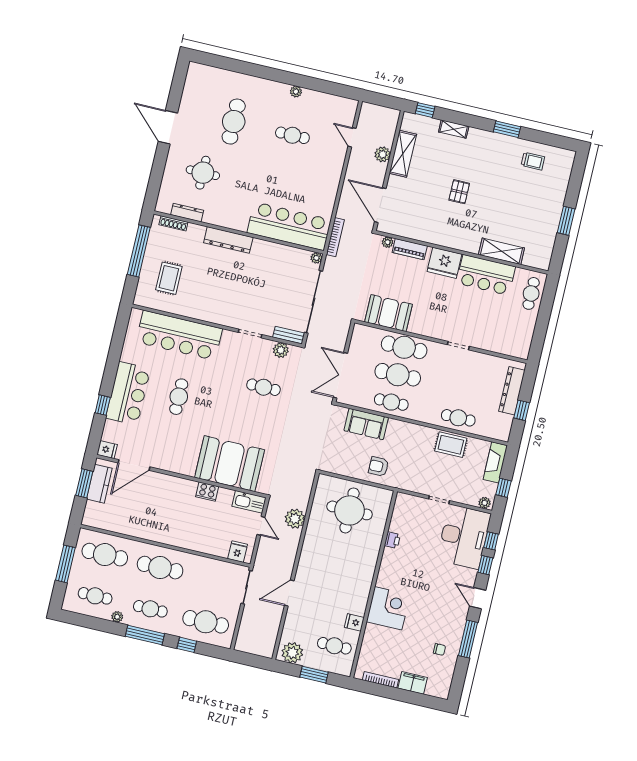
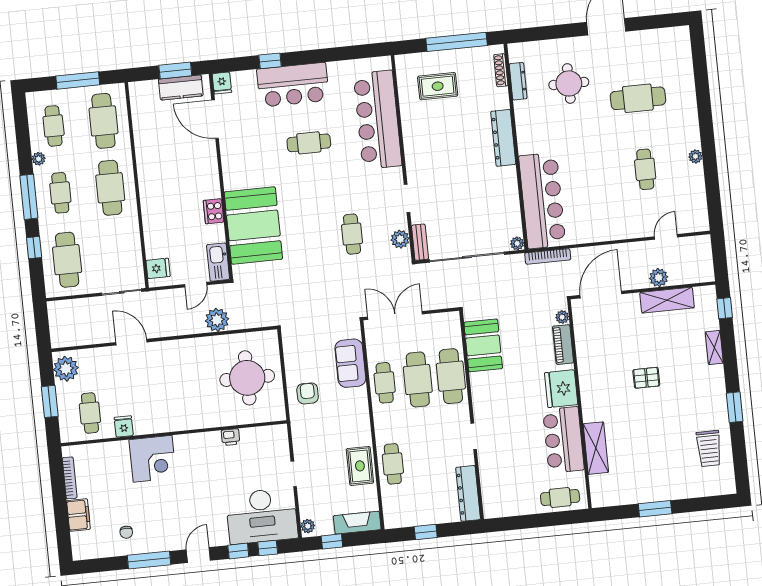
trolley: (533, 161) -> (709, 449), width x1.36, depth x1.39
dresser: (512, 391) -> (468, 493), moved, turned -90

